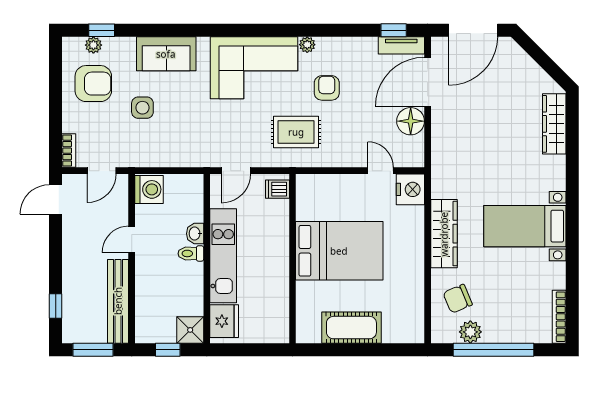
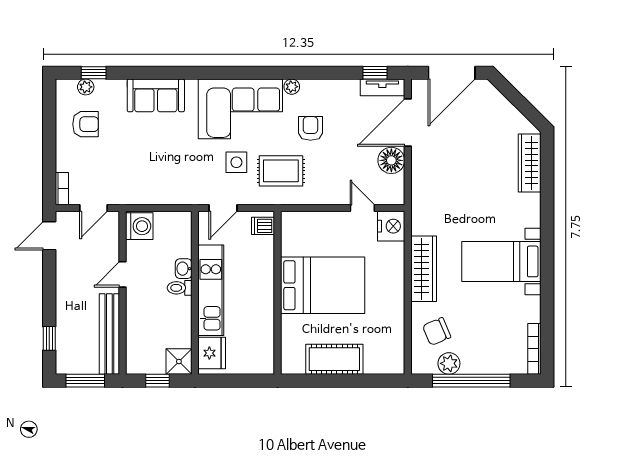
armchair: (93, 84) -> (86, 124), width x0.72, depth x0.72
side table: (142, 108) -> (236, 162), moved

